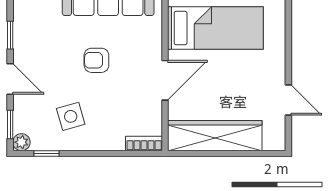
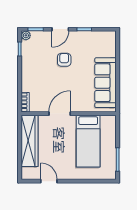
armchair: (96, 60) -> (64, 60), moved
door: (165, 80) -> (60, 114), swing flipped
door: (288, 100) -> (49, 181), swing flipped
side table: (71, 116) -> (40, 62), removed

